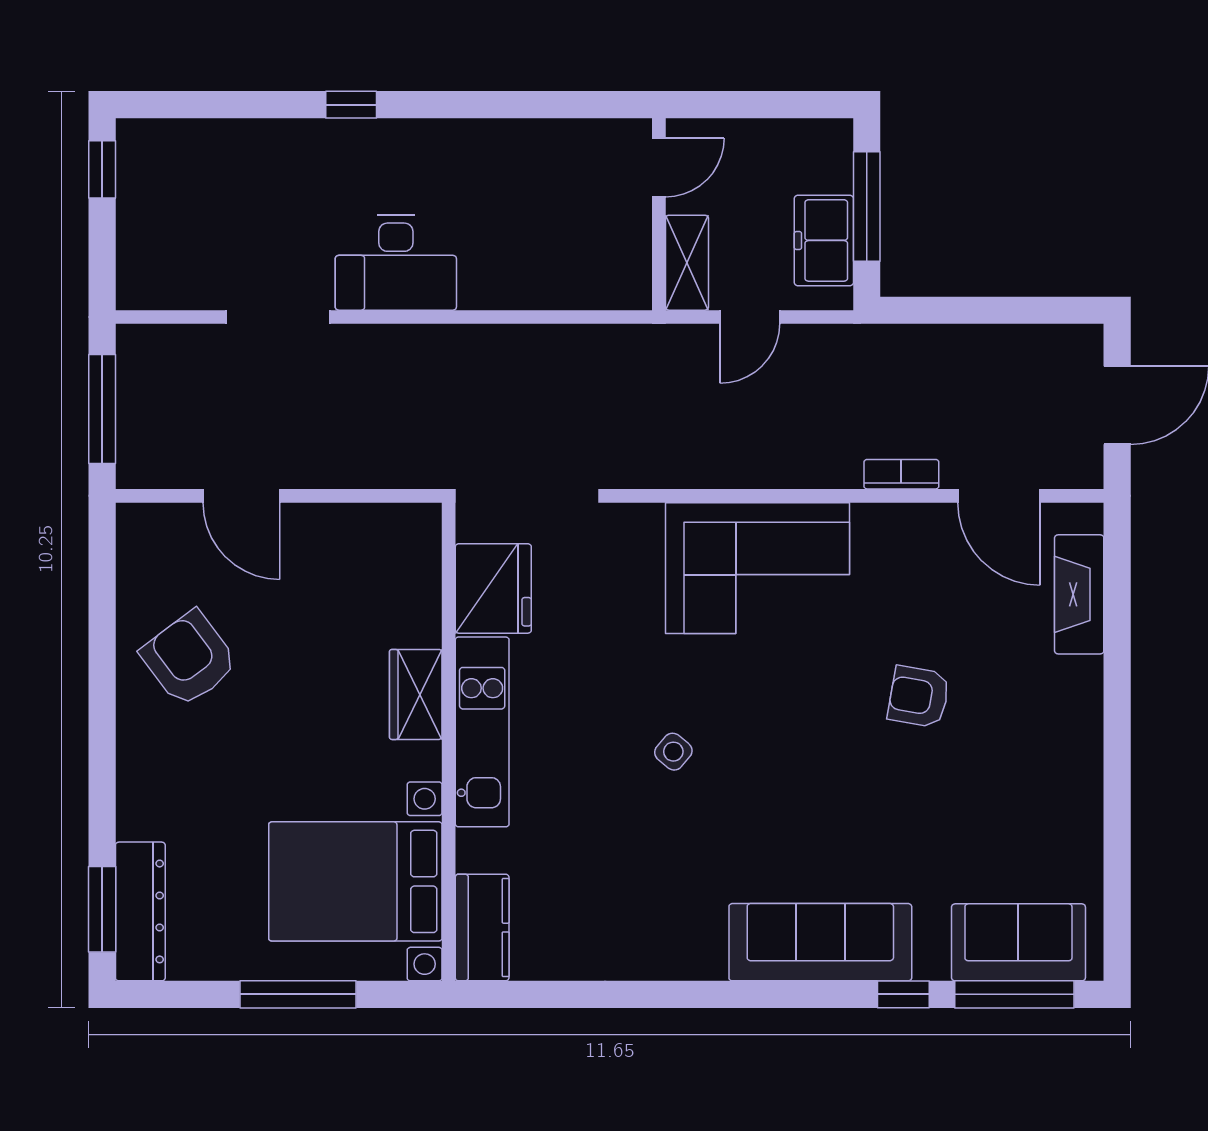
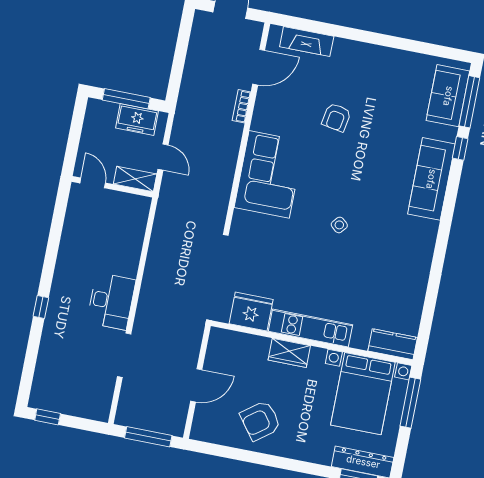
fridge: (493, 588) -> (251, 312), moved
wardrobe: (416, 694) -> (289, 353), moved
kitchen unit: (482, 732) -> (310, 328), moved
wall: (449, 742) -> (312, 343), moved
bed with nightstands: (355, 881) -> (363, 394), moved
kitchen counter: (482, 928) -> (393, 344), moved

